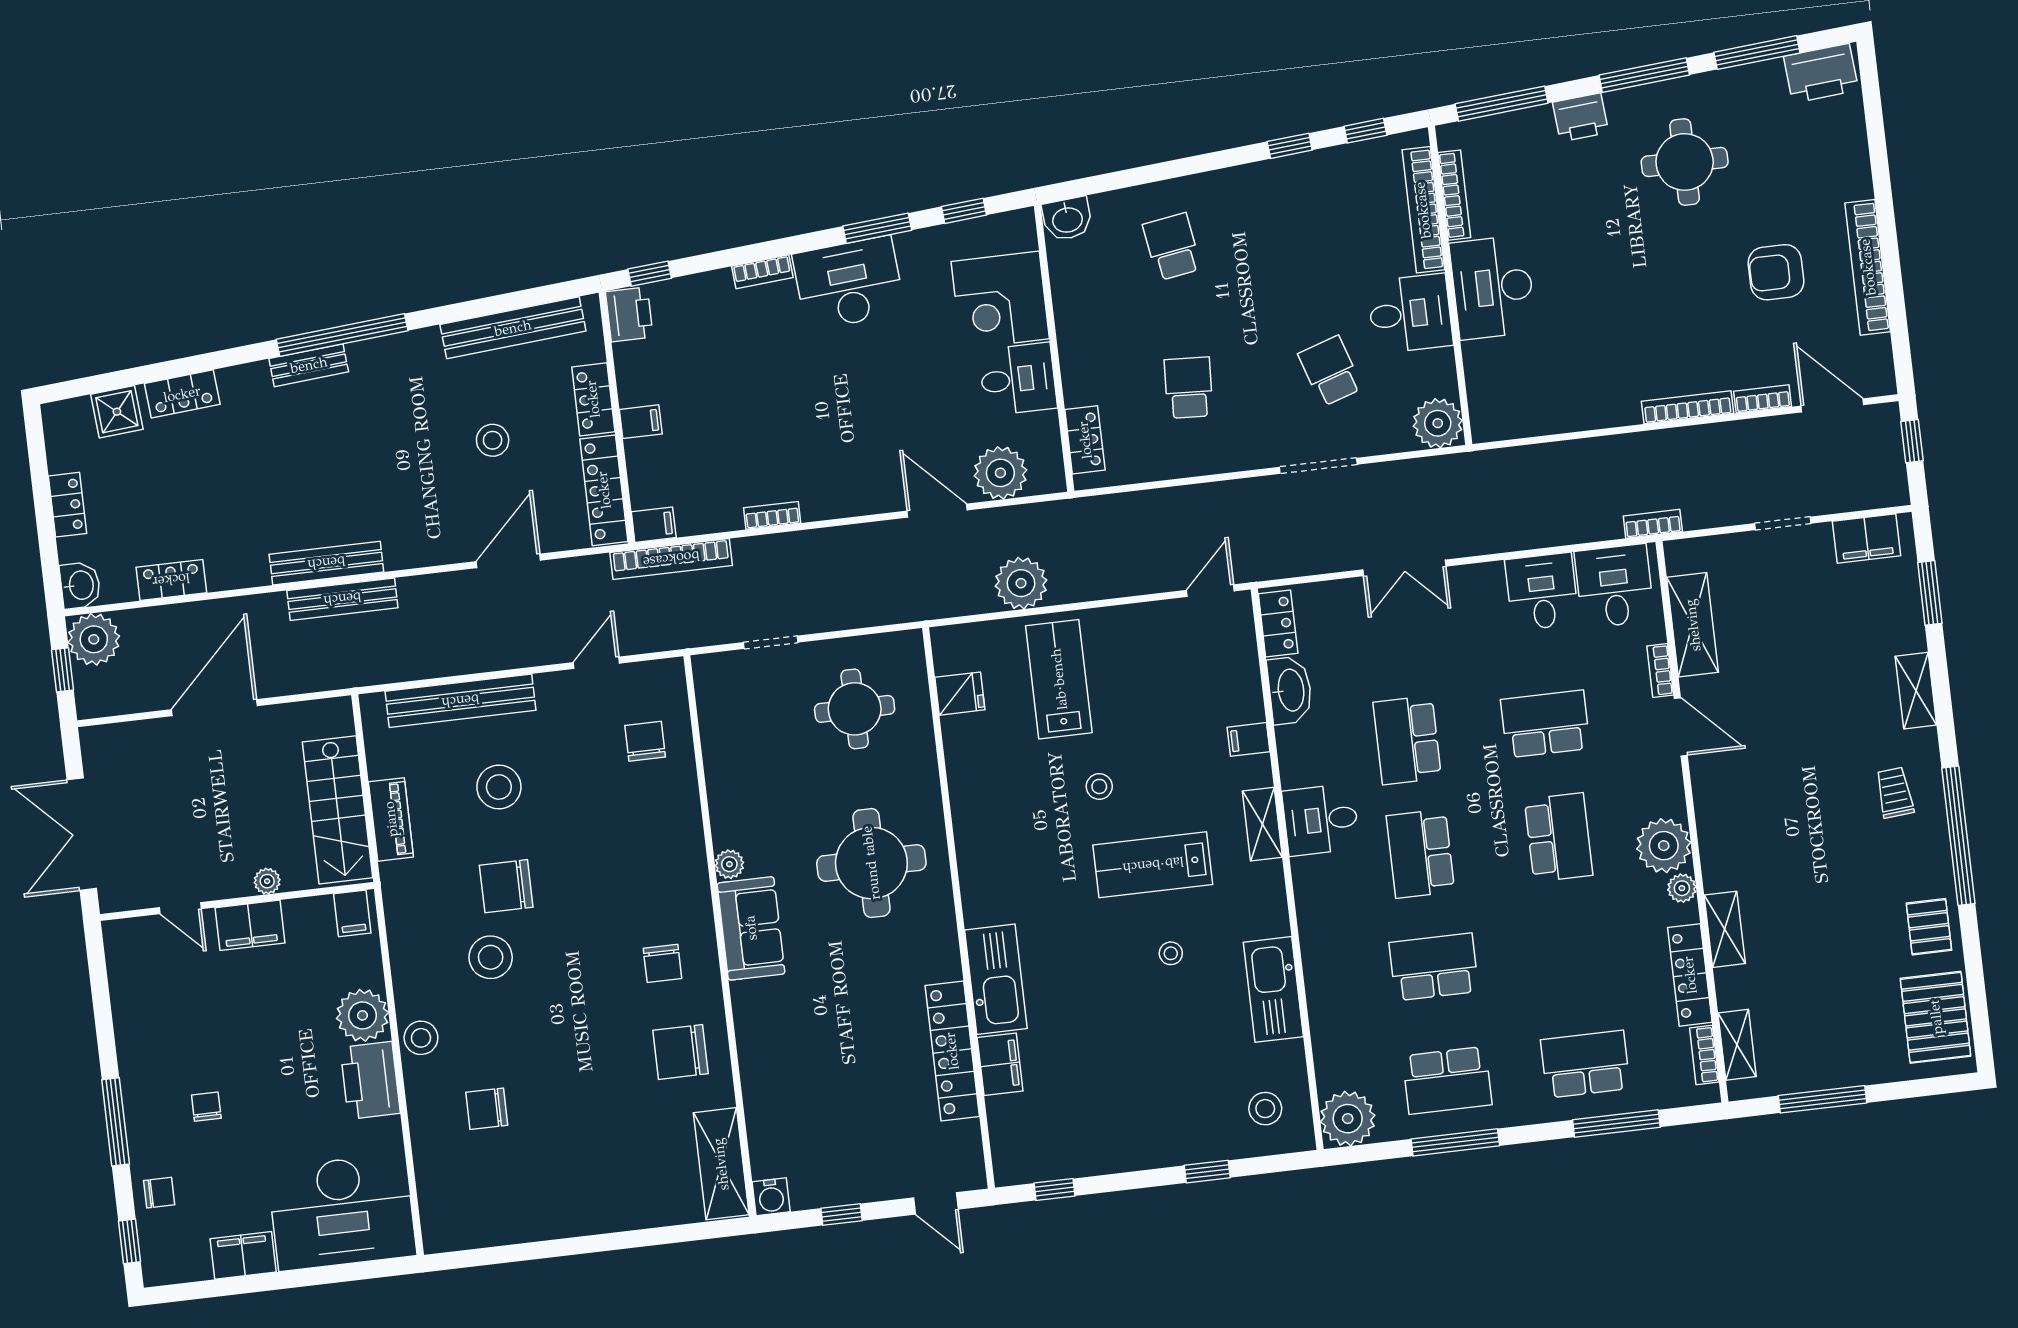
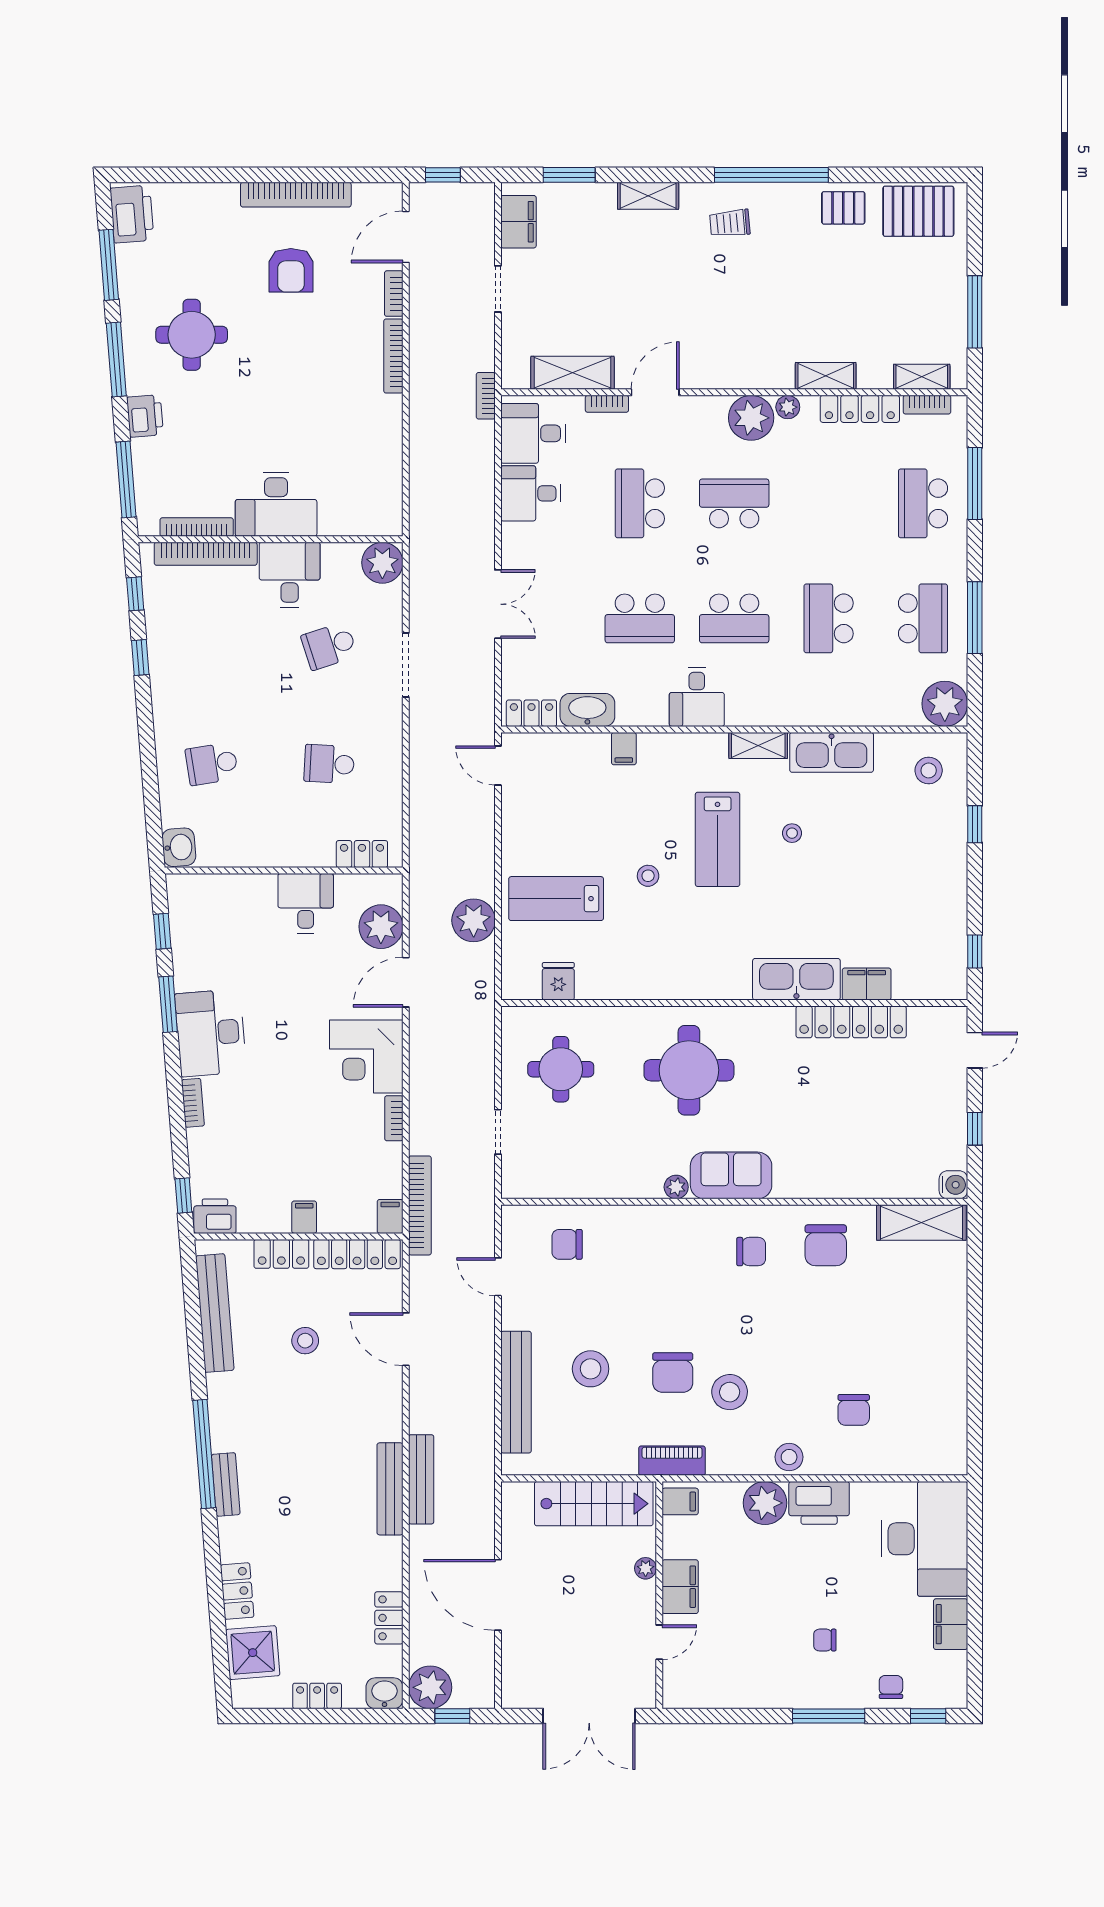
corner desk: (1000, 300) -> (366, 1057), moved, turned 90
shower: (117, 412) -> (253, 1653), width x1.36, depth x1.36
piano: (391, 819) -> (672, 1461), moved
shelving: (1262, 824) -> (758, 745), moved

